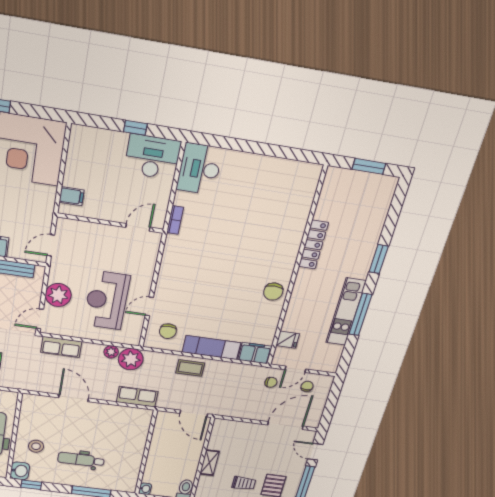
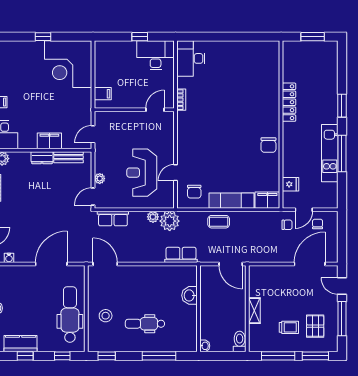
plant: (58, 295) -> (100, 179), width x0.53, depth x0.53
door: (74, 398) -> (105, 264), moved
washbasin: (20, 471) -> (190, 295), moved, turned 180

